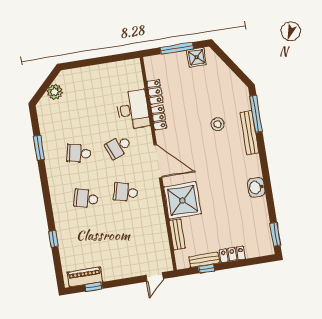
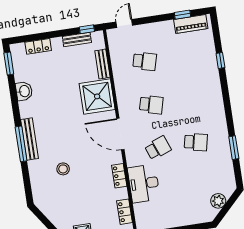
locker: (155, 92) -> (124, 212), moved
window: (256, 114) -> (21, 144), moved
bench: (249, 133) -> (30, 139), moved
washbasin: (256, 187) -> (24, 91), moved
school desk: (86, 199) -> (145, 61), moved
locker: (232, 254) -> (38, 46), moved
window: (206, 269) -> (87, 29), moved

